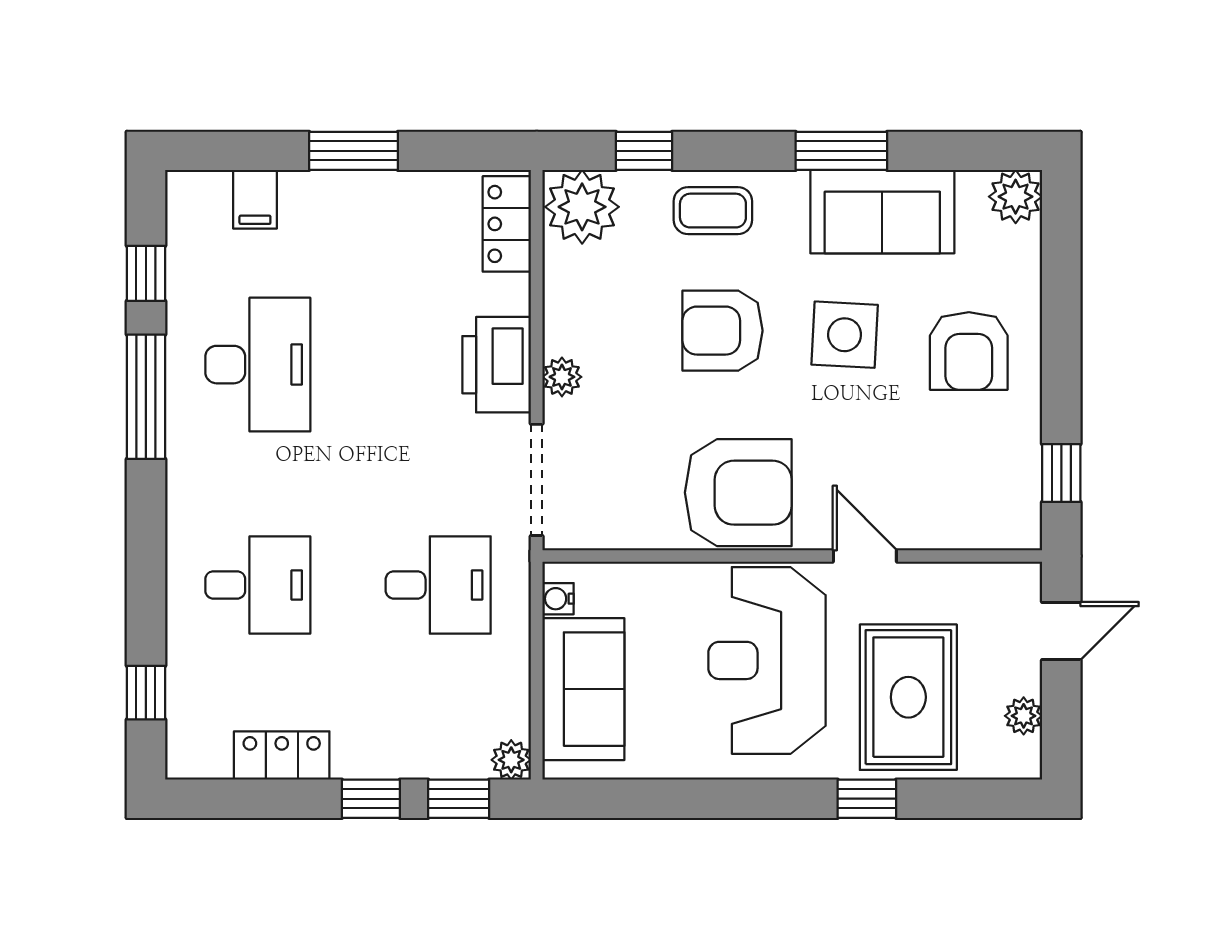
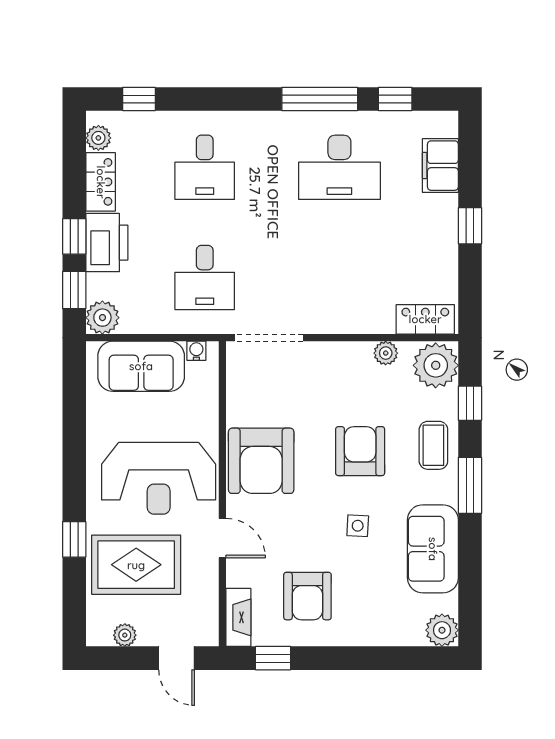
window: (353, 151) -> (470, 226), width x0.67
window: (841, 151) -> (470, 485), moved
filing cabinet: (255, 199) -> (440, 166), width x2.00
side table: (845, 335) -> (358, 526), width x0.54, depth x0.54
armchair: (969, 351) -> (307, 596), moved, turned -90
printer: (497, 365) -> (107, 243), moved, turned 90
plant: (562, 377) -> (386, 353), moved
fireplace: (995, 530) -> (238, 617), added
door: (865, 556) -> (222, 538), hinge flipped
reception desk: (767, 660) -> (159, 478), turned 180
plant: (210, 759) -> (98, 138), added
plant: (511, 760) -> (102, 318), width x1.38, depth x1.38

